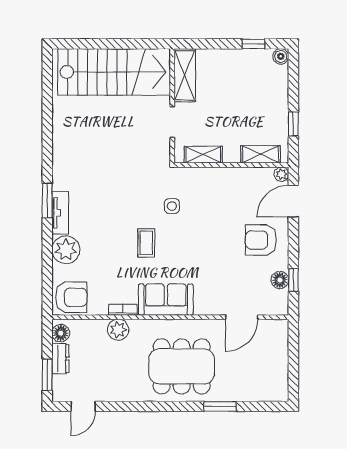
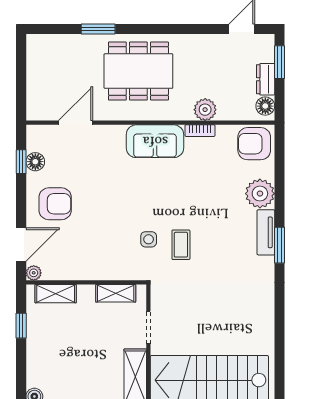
coffee table: (146, 243) -> (181, 245), moved

